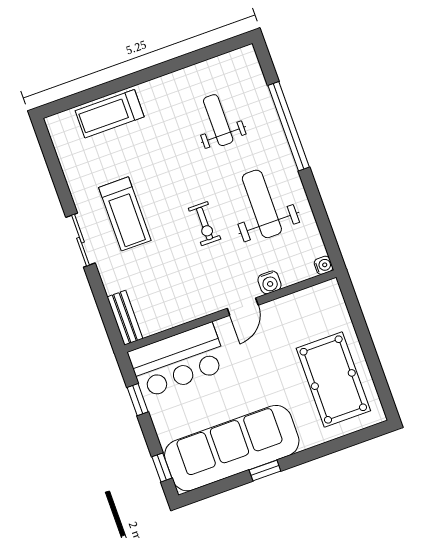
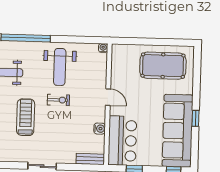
weight bench: (262, 204) -> (60, 67), turned -90
treadmill: (125, 214) -> (26, 117), moved, turned -90
water cooler: (270, 282) -> (100, 129), moved

